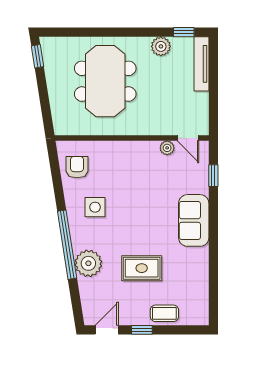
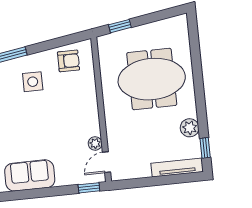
window: (37, 56) -> (120, 26), moved
window: (213, 176) -> (89, 188), moved

